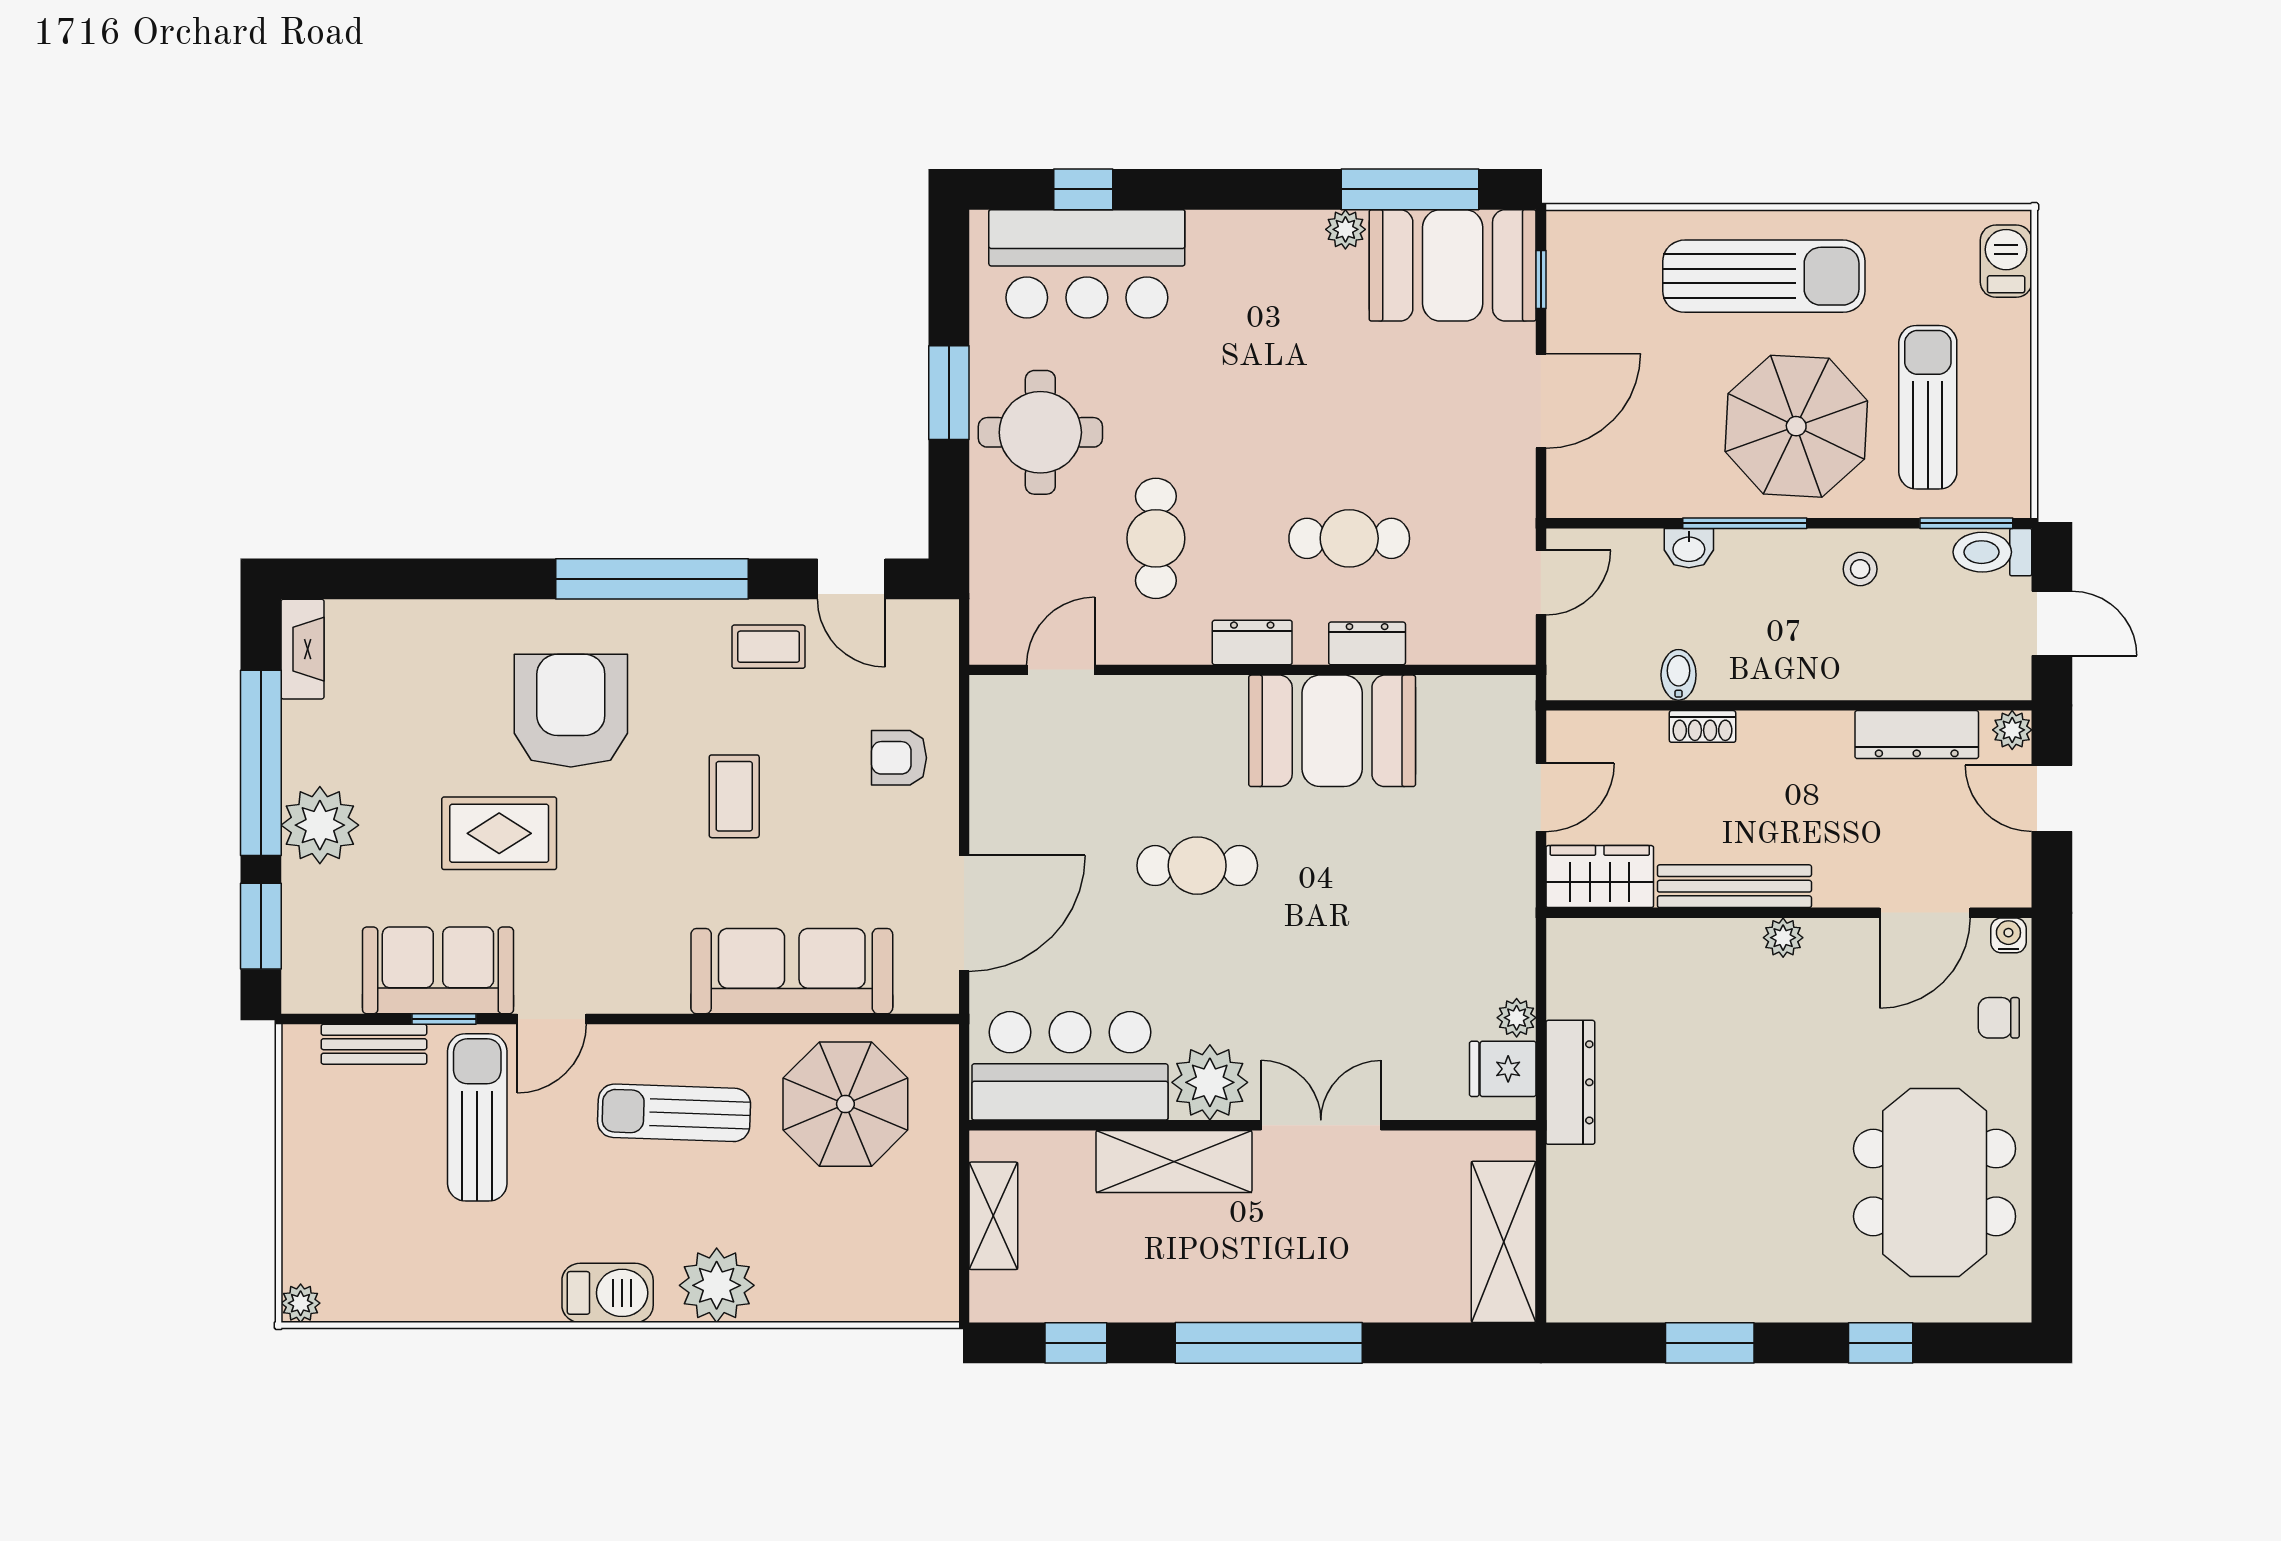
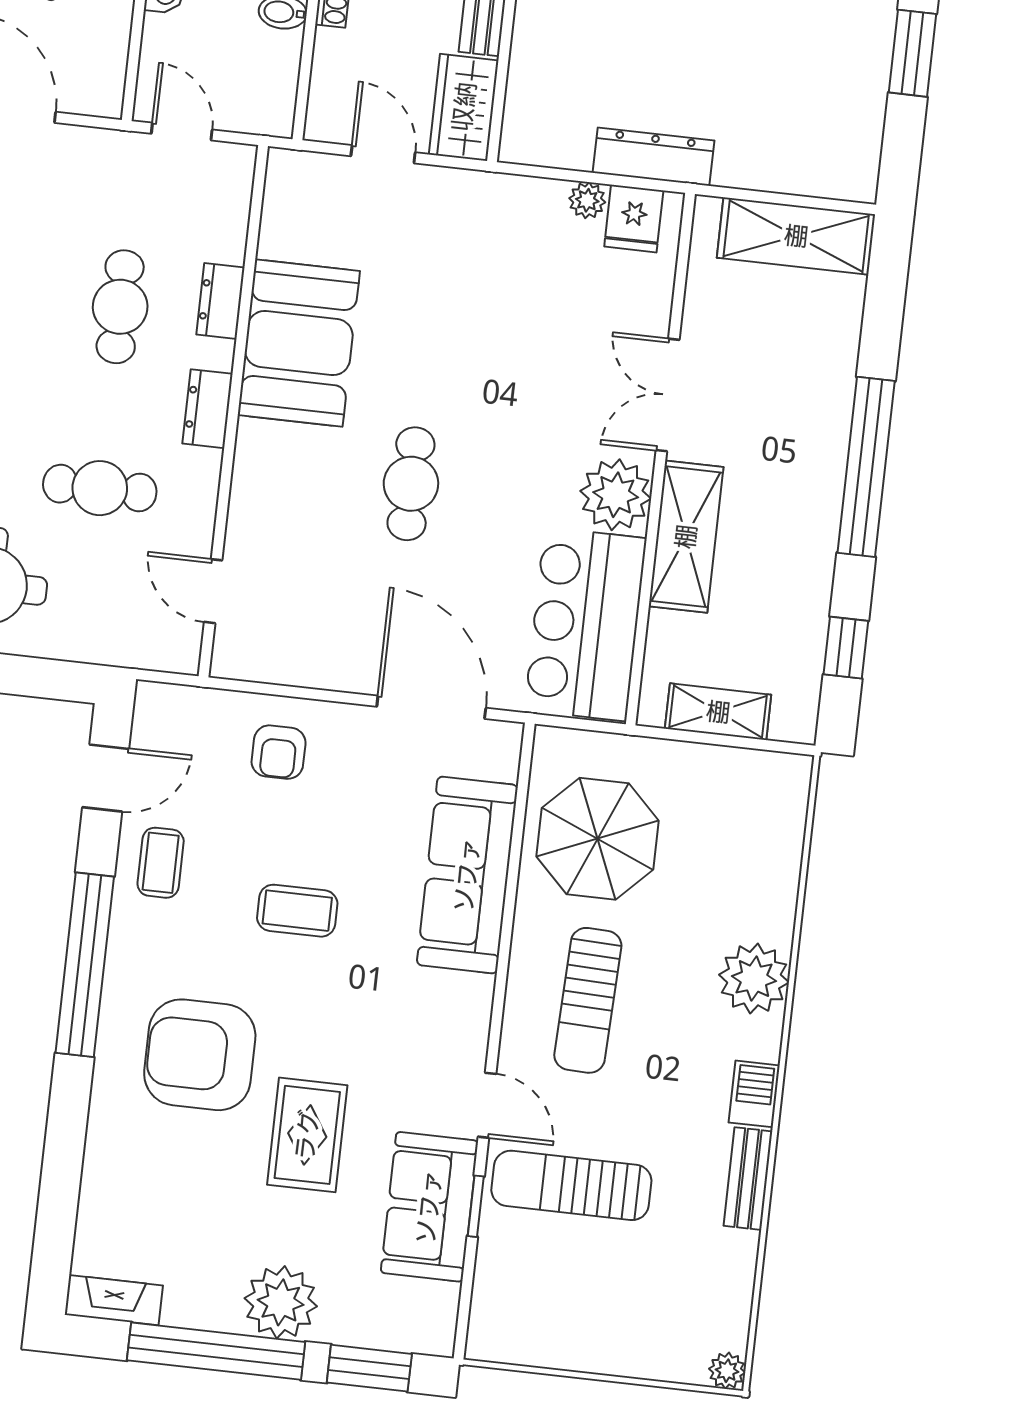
bench: (374, 1044) -> (748, 1179), moved
barbecue: (608, 1293) -> (754, 1094), width x0.73, depth x0.79

